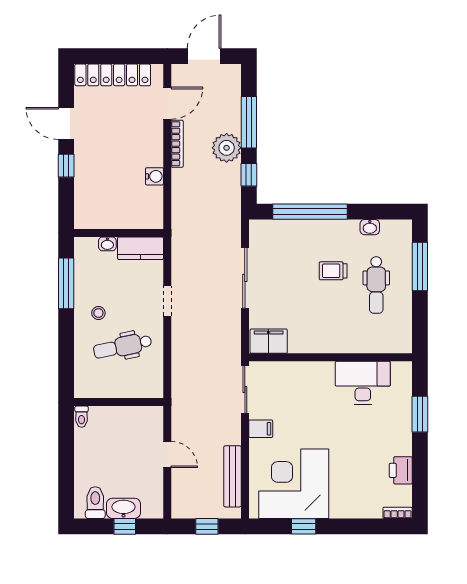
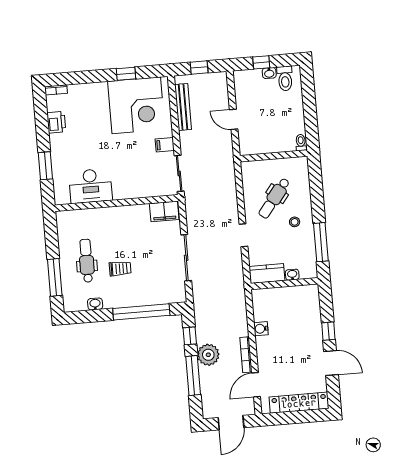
dental chair: (123, 346) -> (274, 198), turned 140
washbasin: (123, 508) -> (269, 73), width x0.52, depth x0.69

